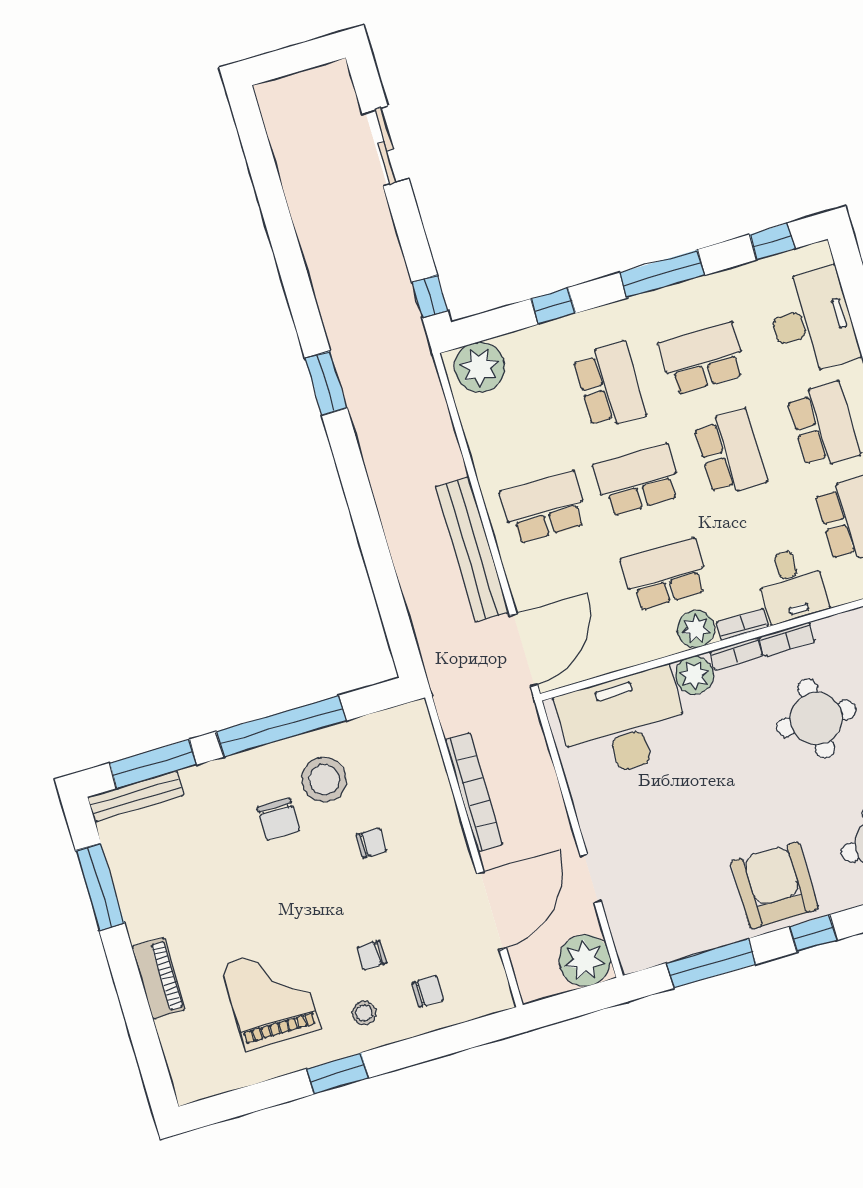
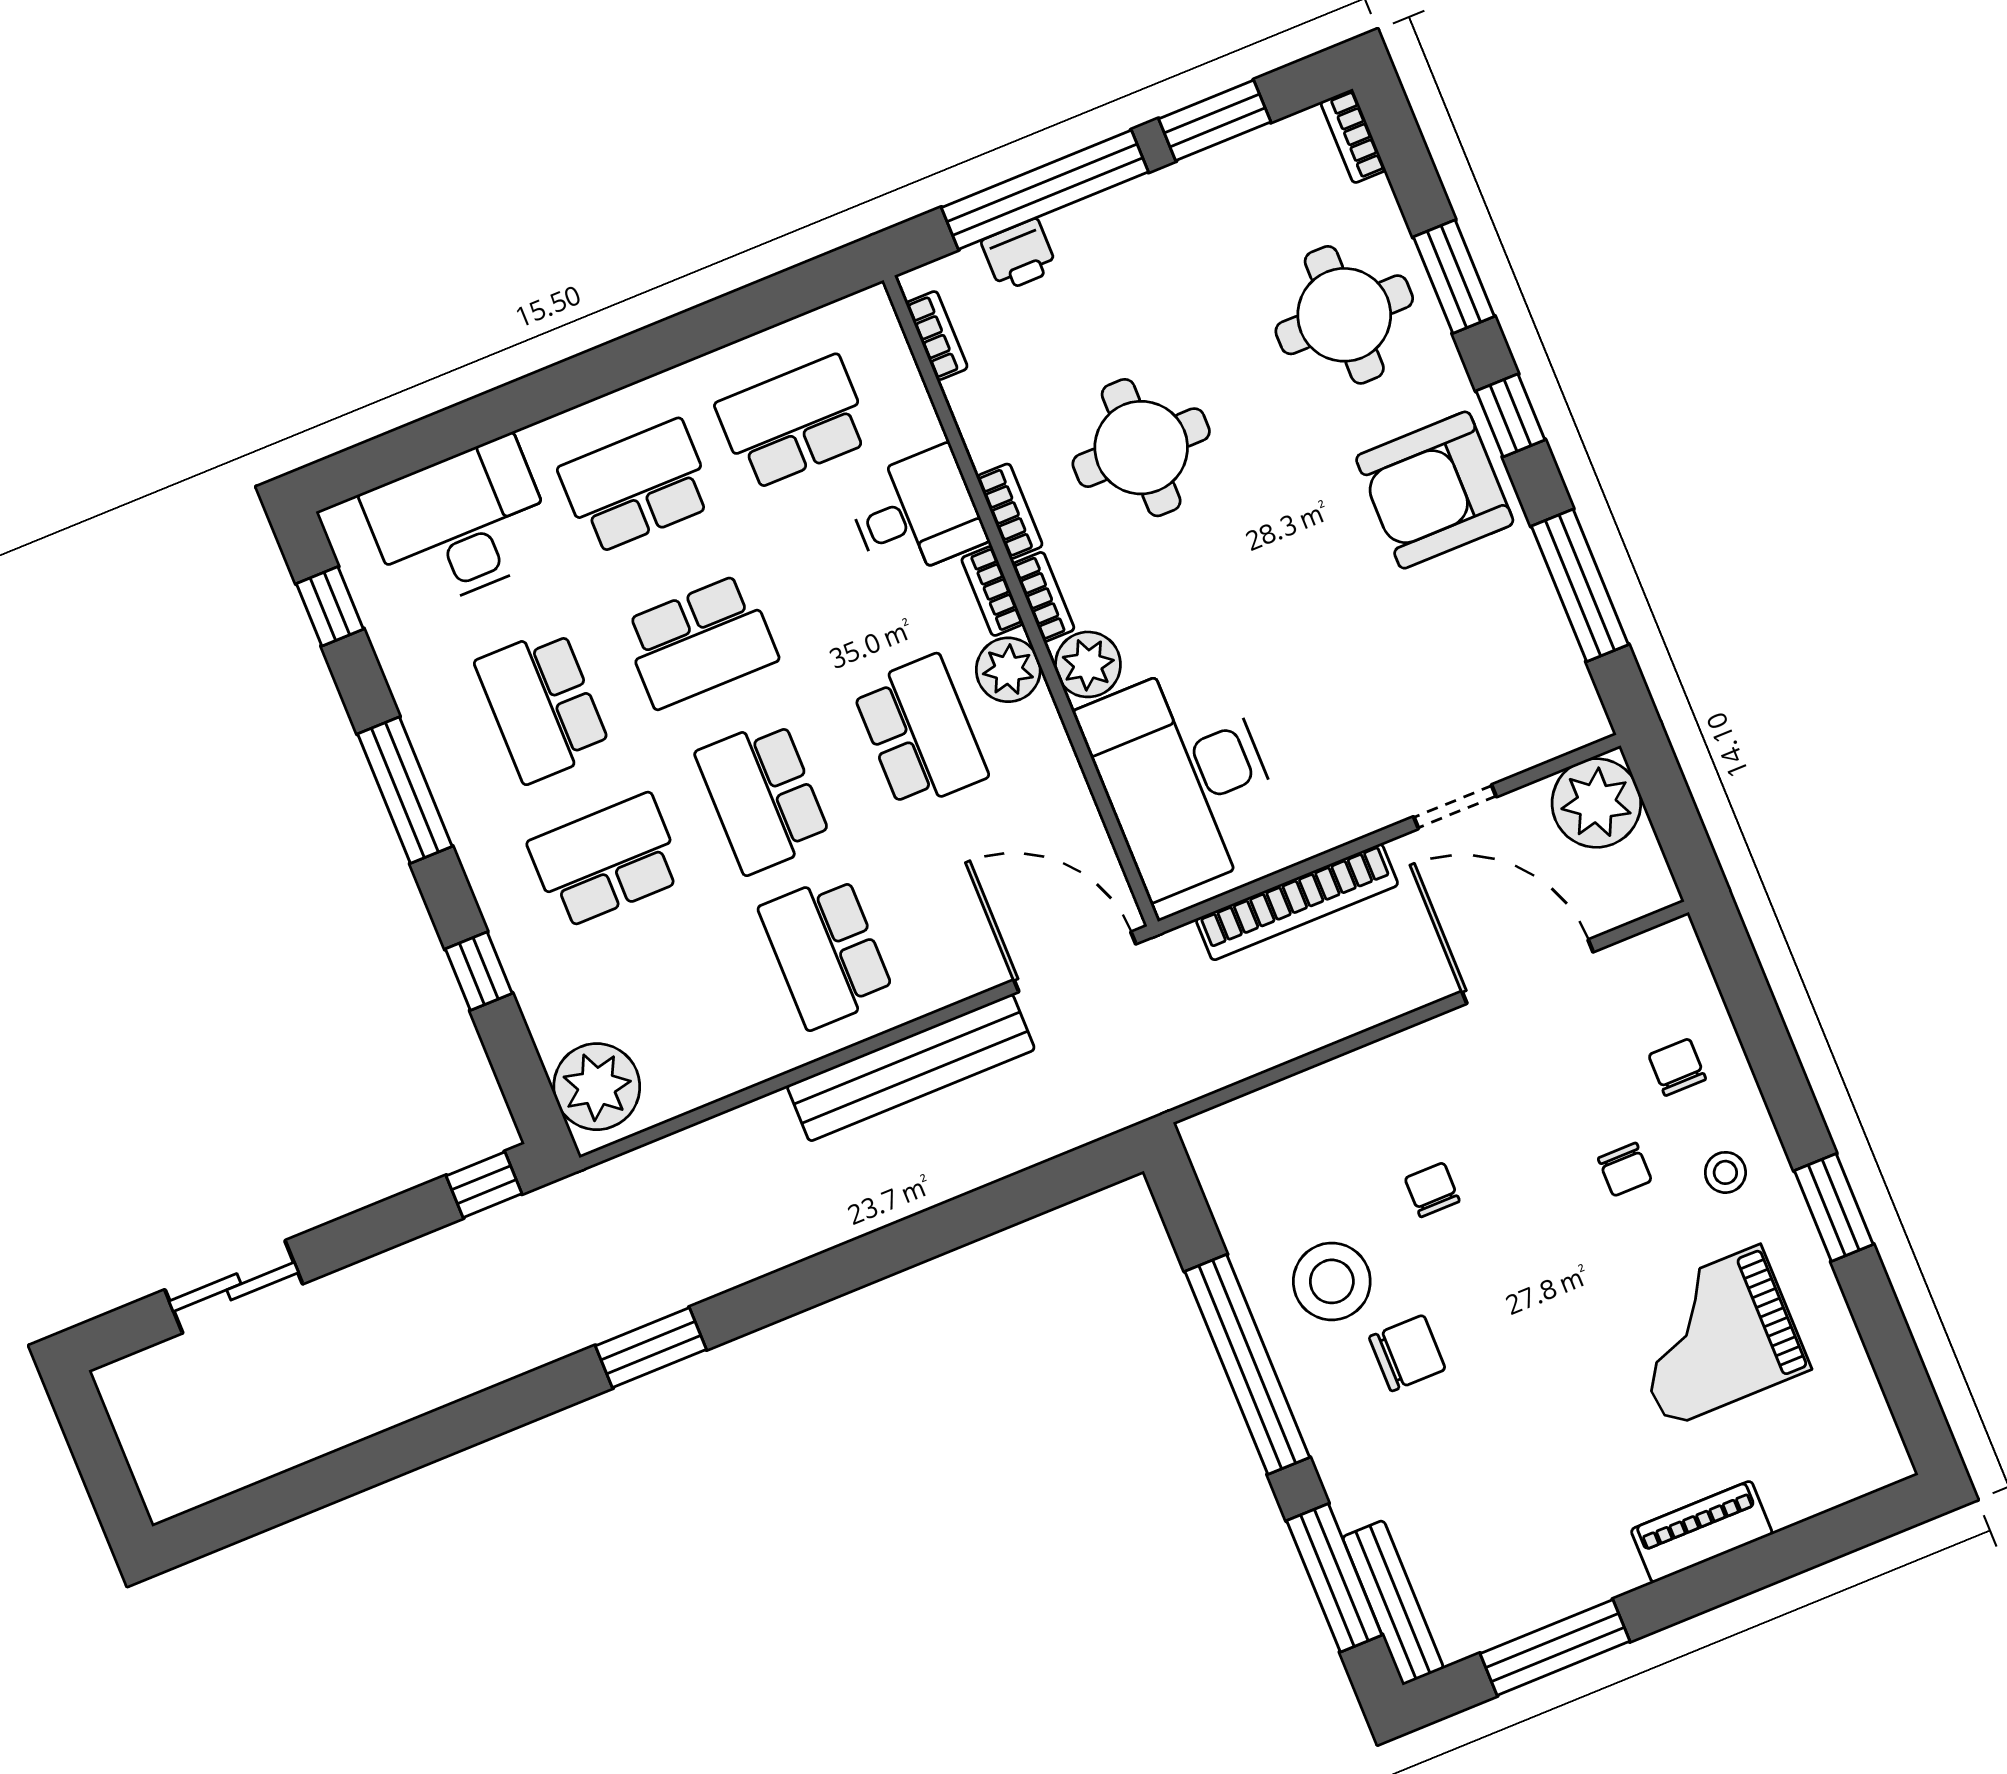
school desk: (730, 453) -> (700, 641), turned 180
school desk: (665, 574) -> (920, 732), turned 180
bookcase: (474, 792) -> (1297, 902), moved, turned 180

